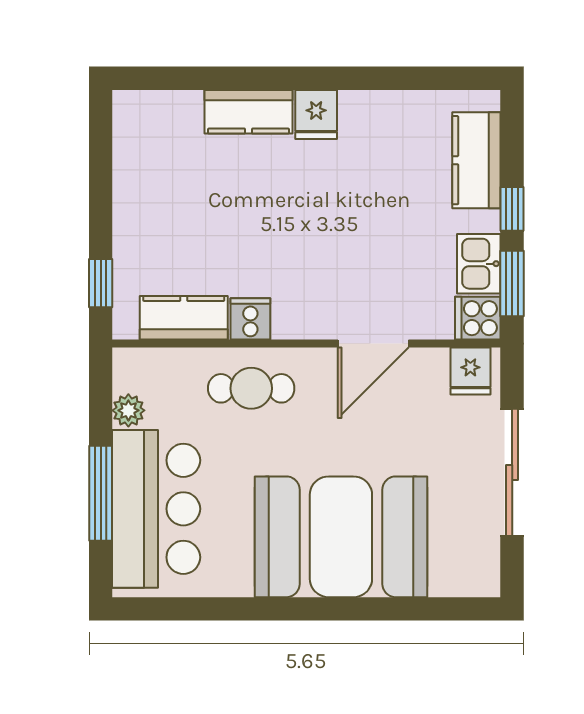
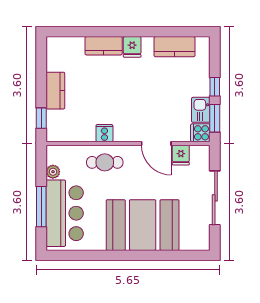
kitchen counter: (476, 160) -> (175, 47), moved, turned -90
kitchen counter: (184, 318) -> (55, 91), moved, turned 90
door: (373, 344) -> (156, 144), hinge flipped
fridge: (470, 371) -> (181, 155), moved

